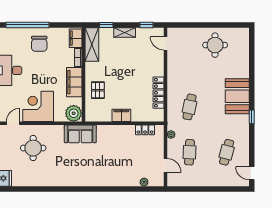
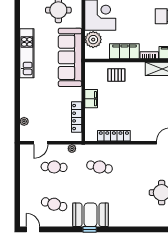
booth: (237, 96) -> (90, 215), moved
plant: (74, 113) -> (93, 40), moved
locker: (145, 130) -> (77, 117), width x1.53
sofa: (80, 134) -> (70, 57), width x1.85, depth x1.27
door: (252, 173) -> (33, 229), hinge flipped
kitchen unit: (76, 179) -> (27, 53), added

